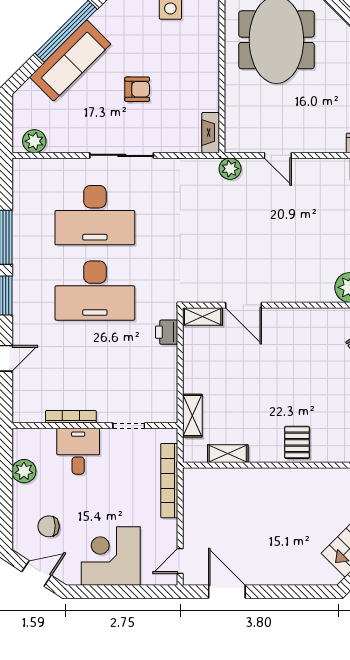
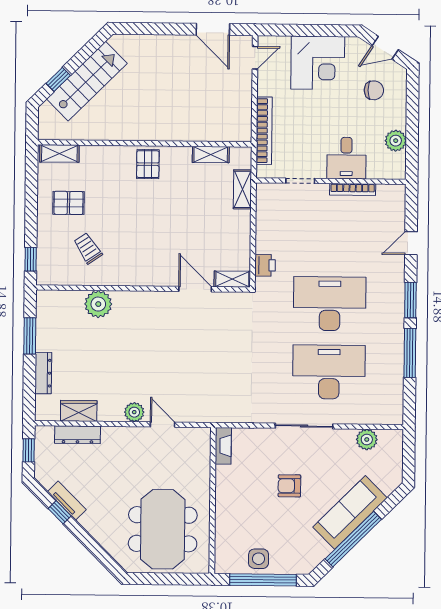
plant: (34, 141) -> (367, 440), moved
plant: (230, 169) -> (134, 412), moved

